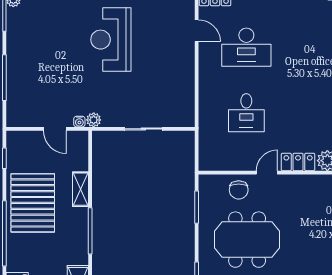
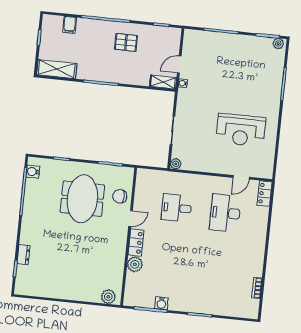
reception desk: (111, 40) -> (241, 130), moved, turned 180
plant: (94, 120) -> (176, 164), moved
door: (267, 173) -> (131, 219), hinge flipped
shelving: (80, 189) -> (163, 82), moved
pallet: (33, 203) -> (126, 42), width x0.49, depth x0.50

